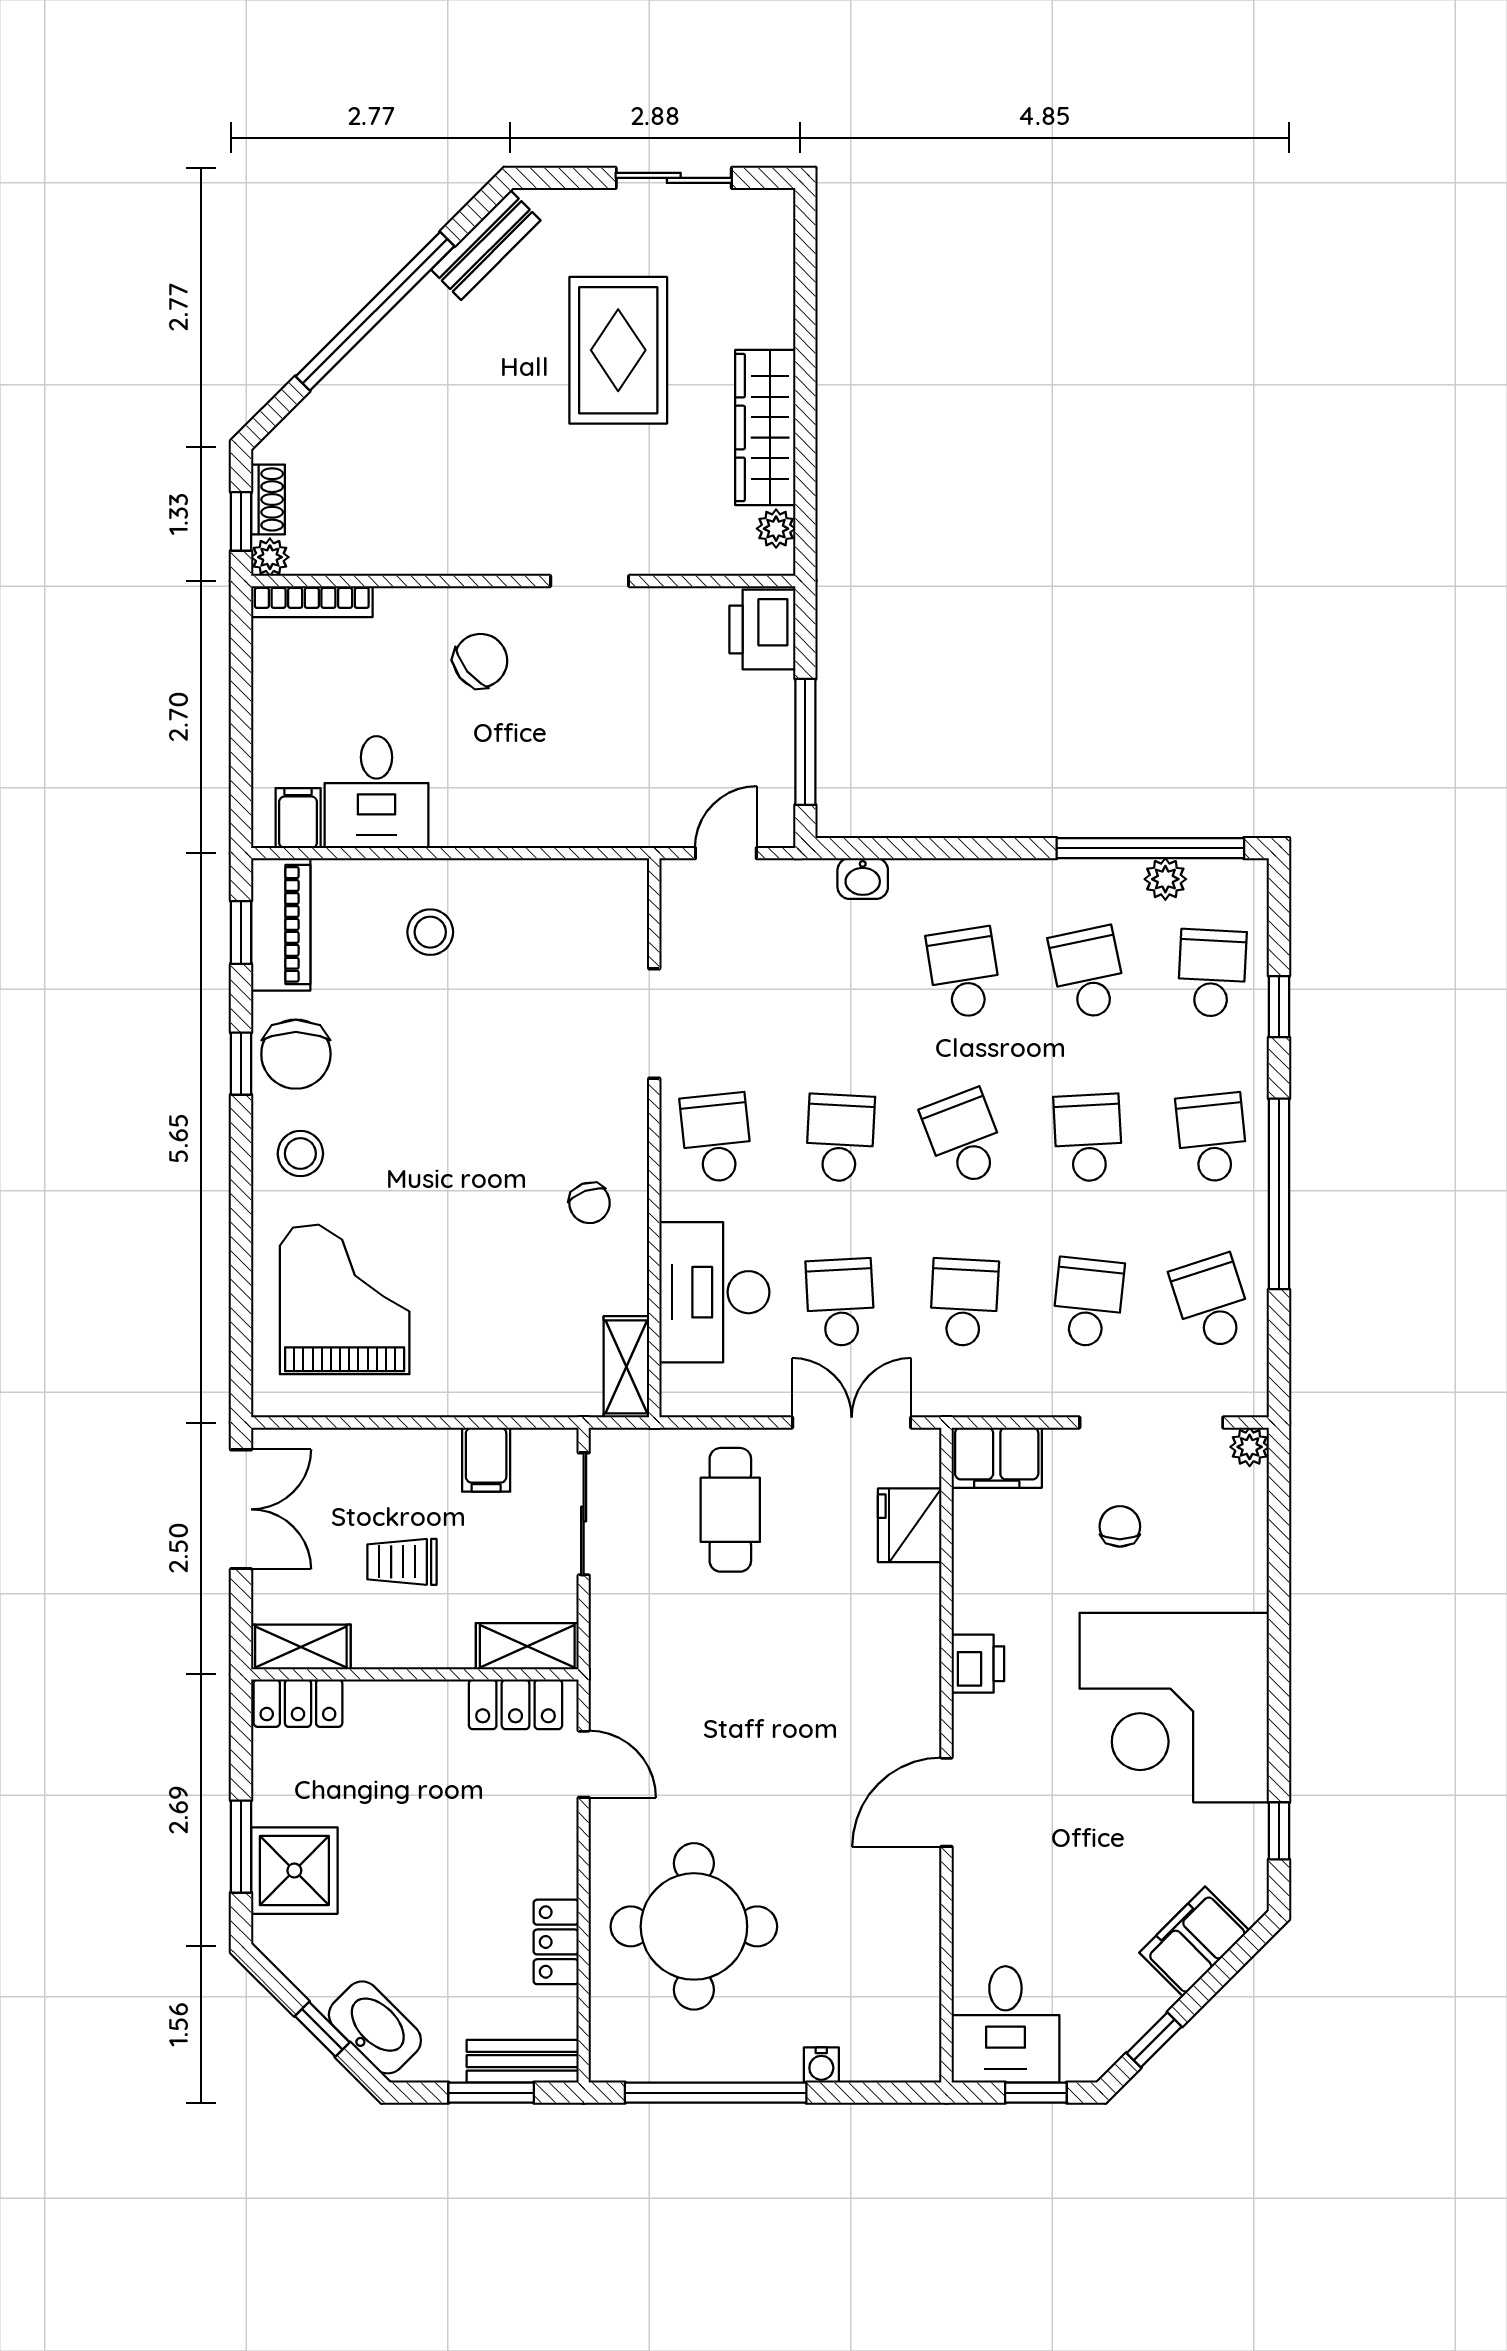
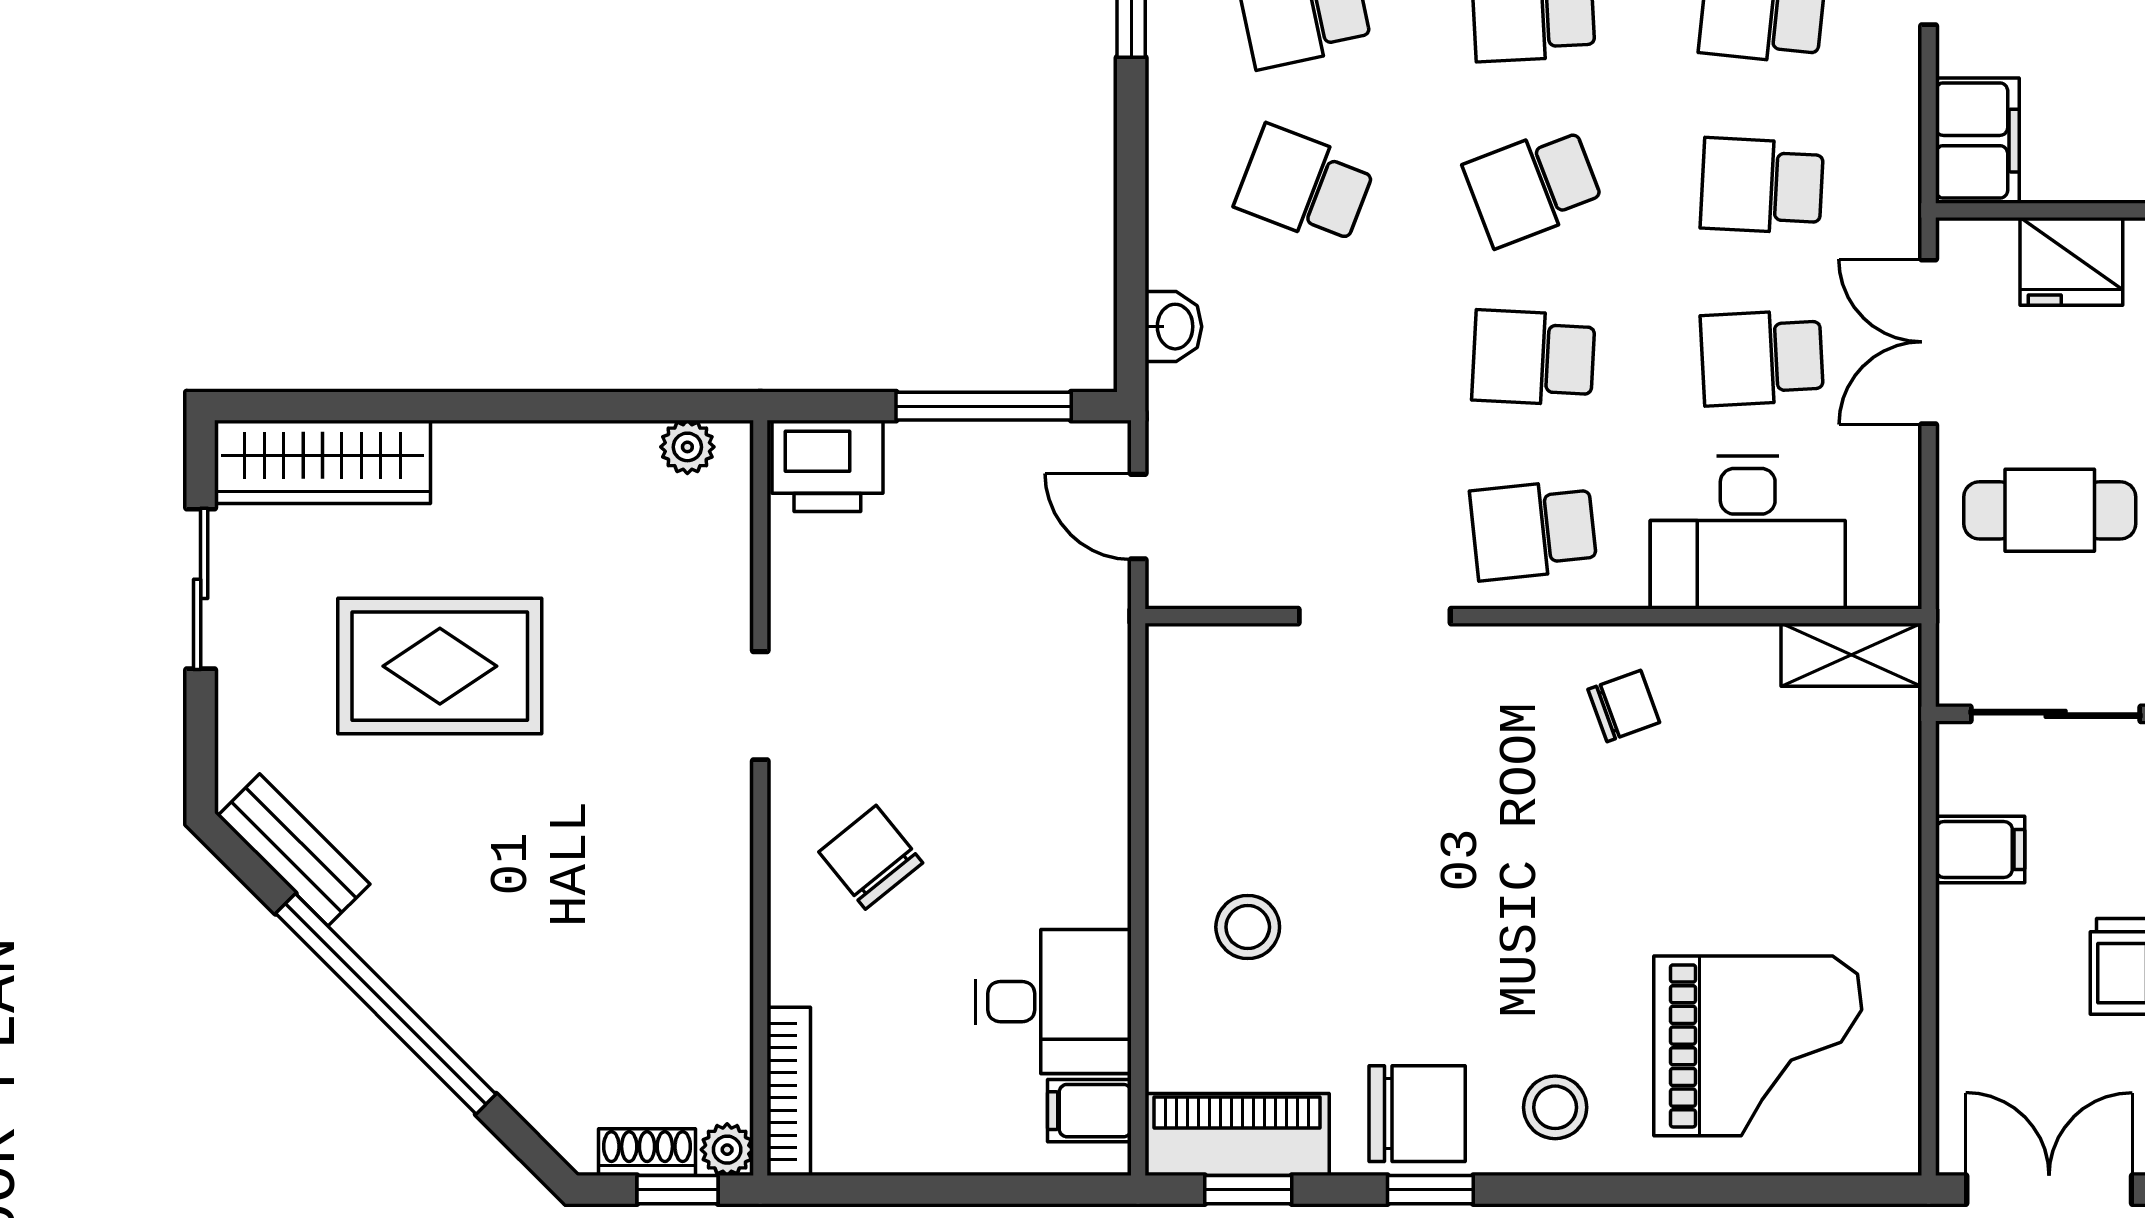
wardrobe: (765, 428) -> (322, 462), moved
school desk: (964, 973) -> (1305, 186), turned 30
grand piano: (345, 1299) -> (1758, 1046), turned 180

